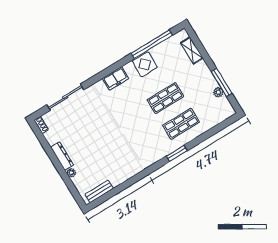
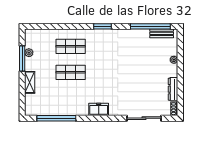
shelving: (192, 50) -> (30, 82), moved
display table: (145, 64) -> (71, 107), removed
window: (177, 153) -> (102, 26), moved
dresser: (62, 156) -> (173, 89), moved
window: (115, 192) -> (150, 26), added

